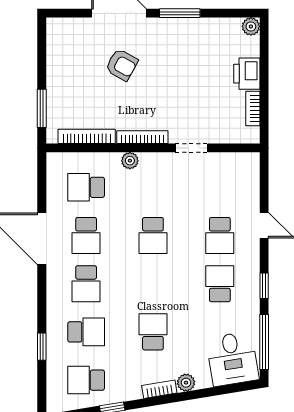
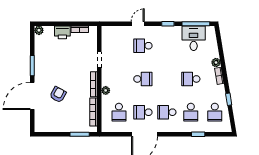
school desk: (86, 236) -> (143, 112), turned 180
school desk: (220, 236) -> (143, 46), turned 180
school desk: (86, 284) -> (167, 112), turned 180
school desk: (220, 284) -> (167, 46), removed
school desk: (86, 332) -> (191, 112), turned 180
desk: (232, 359) -> (194, 38), moved, turned -81

